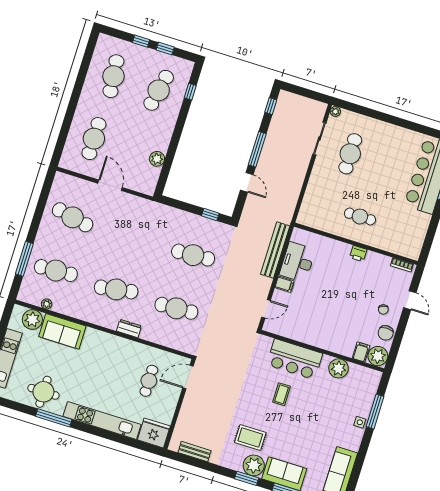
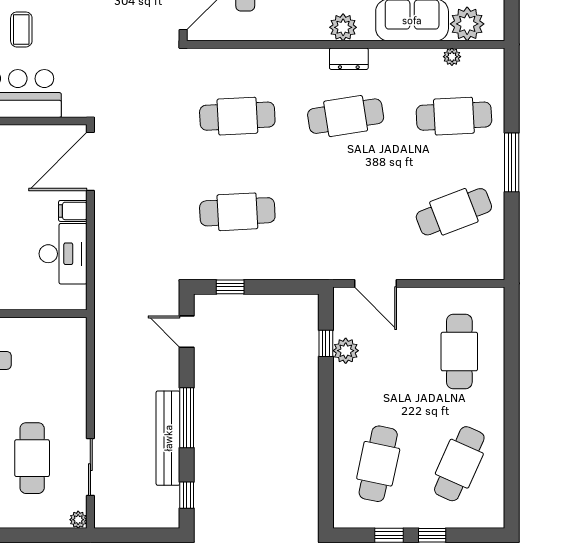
cafe table: (113, 76) -> (459, 464), turned 30
window: (190, 92) -> (326, 343), moved
door: (247, 182) -> (187, 332), moved
door: (110, 185) -> (375, 283), moved
cafe table: (73, 217) -> (454, 212), turned -33
bench: (275, 250) -> (168, 438), moved
window: (24, 259) -> (512, 162), moved
door: (266, 309) -> (90, 161), width x1.87
dresser: (129, 329) -> (349, 59), moved
plant: (102, 339) -> (343, 27), added

